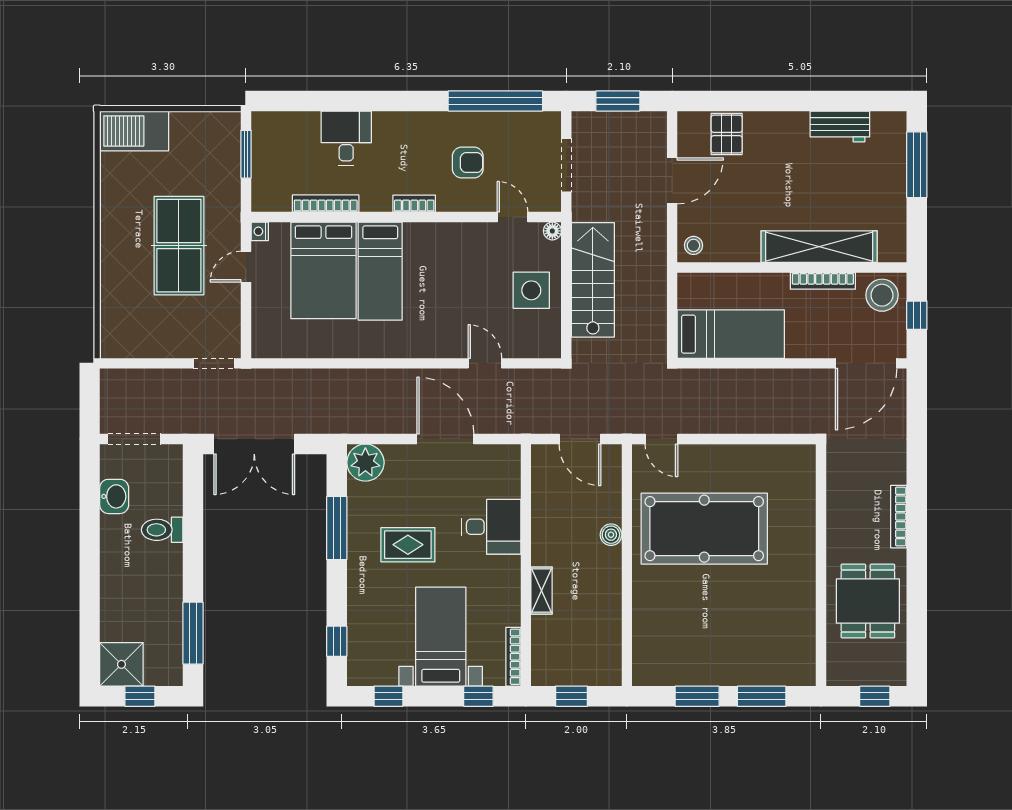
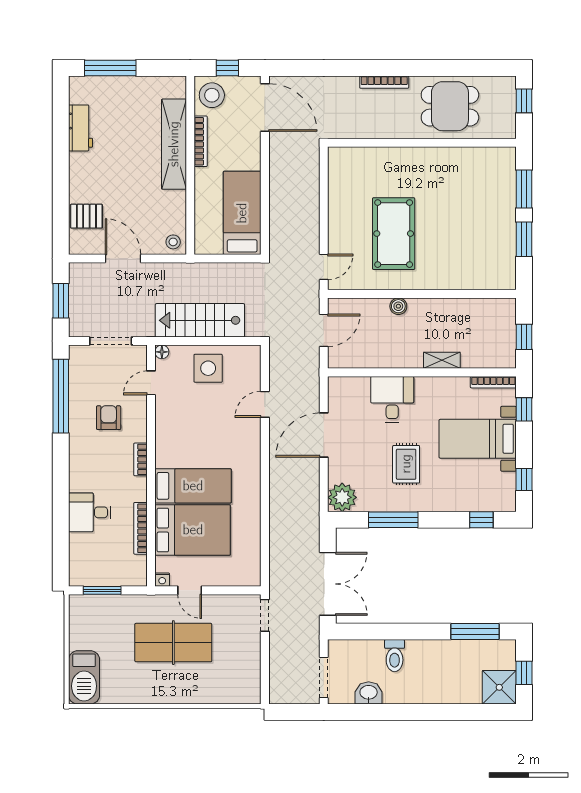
pool table: (704, 529) -> (394, 234), width x0.73, depth x0.76

